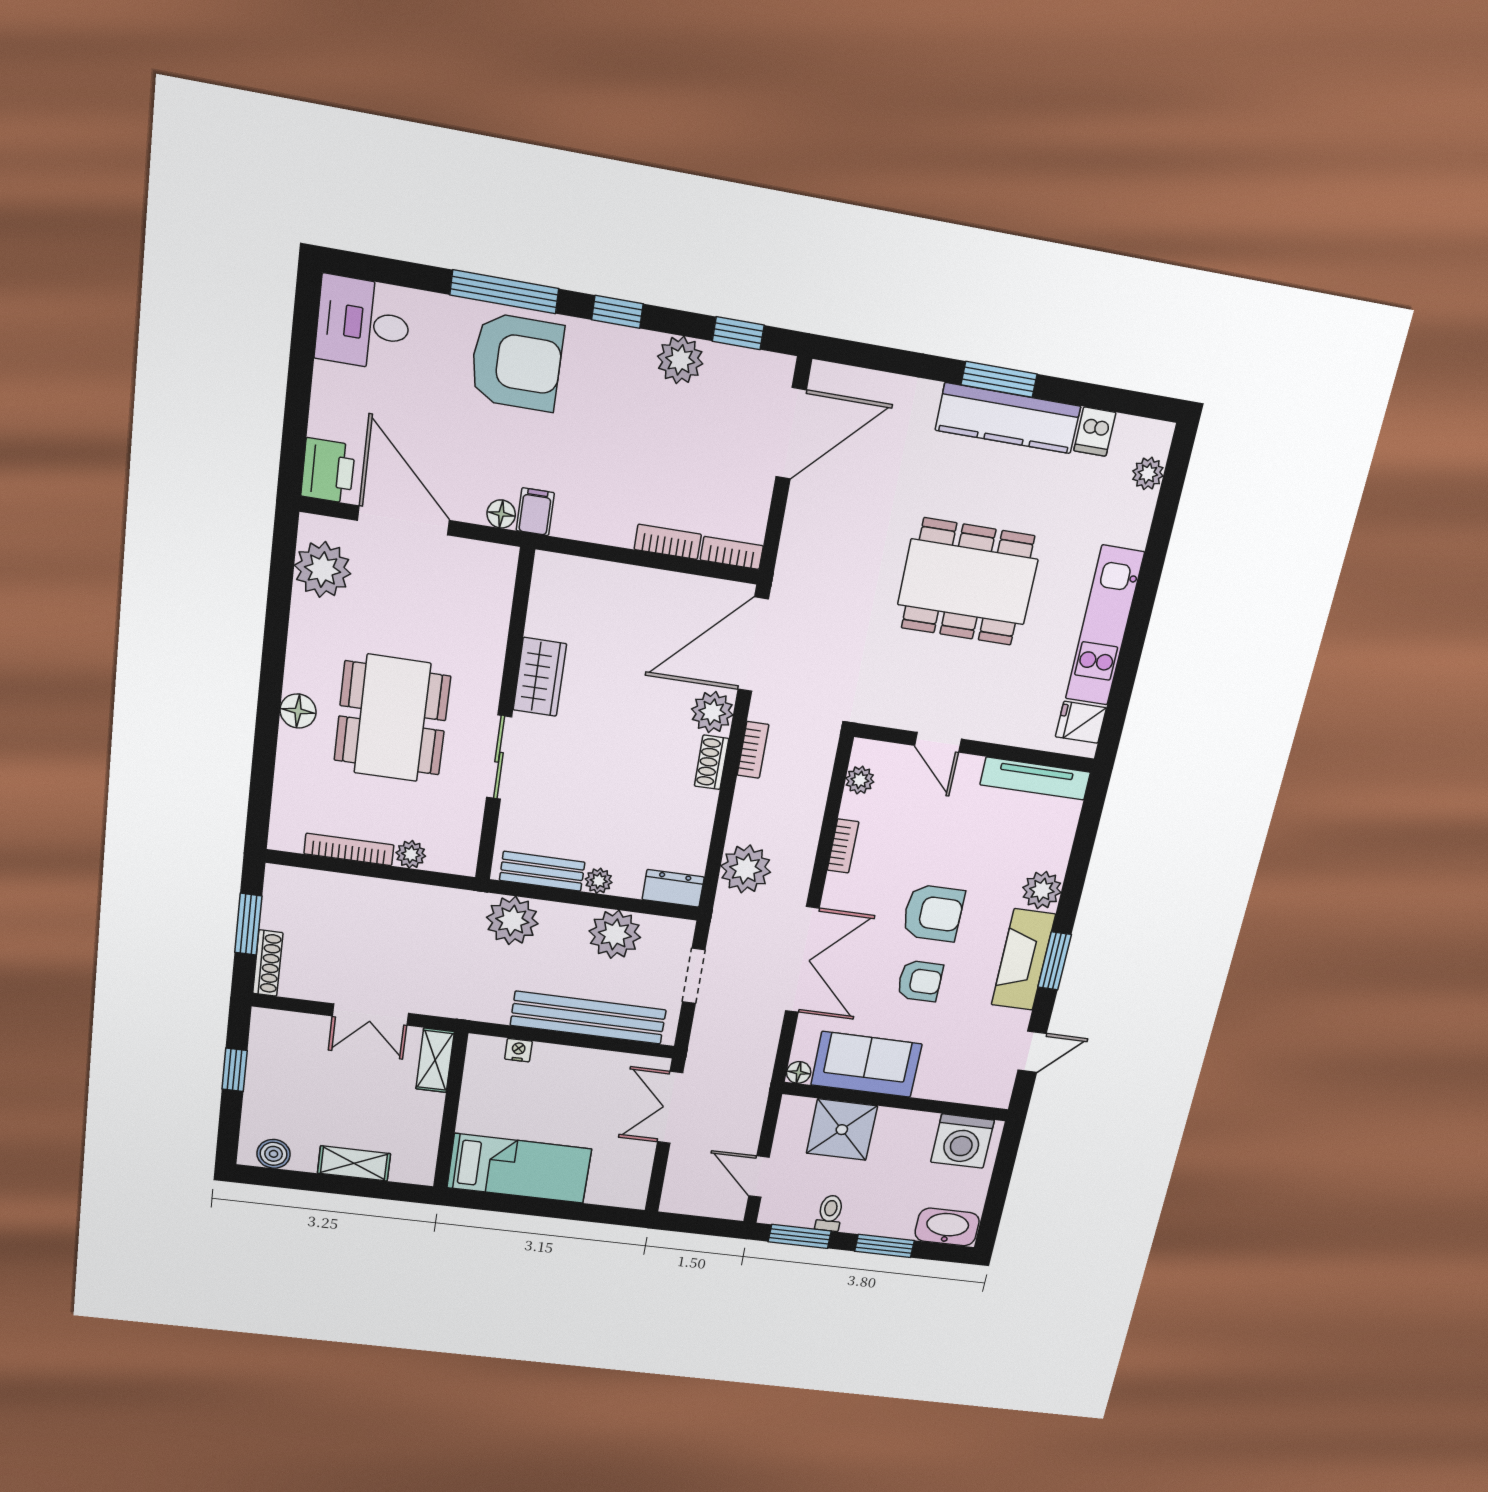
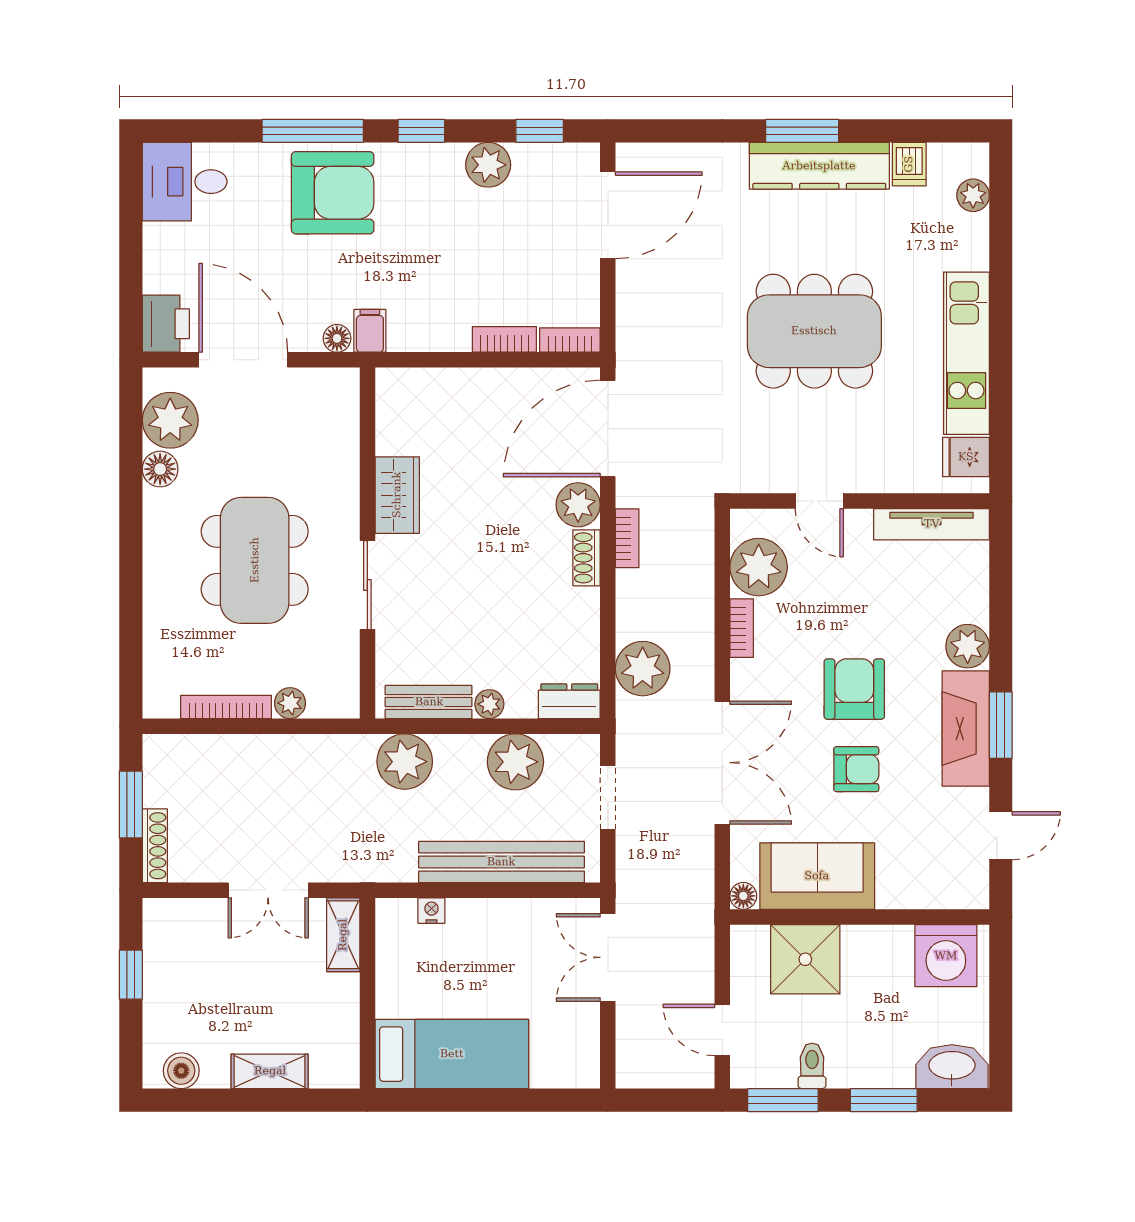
floor lamp: (298, 711) -> (160, 469), moved
plant: (860, 780) -> (759, 567), width x1.87, depth x1.87
armchair: (933, 913) -> (854, 689), turned -90

